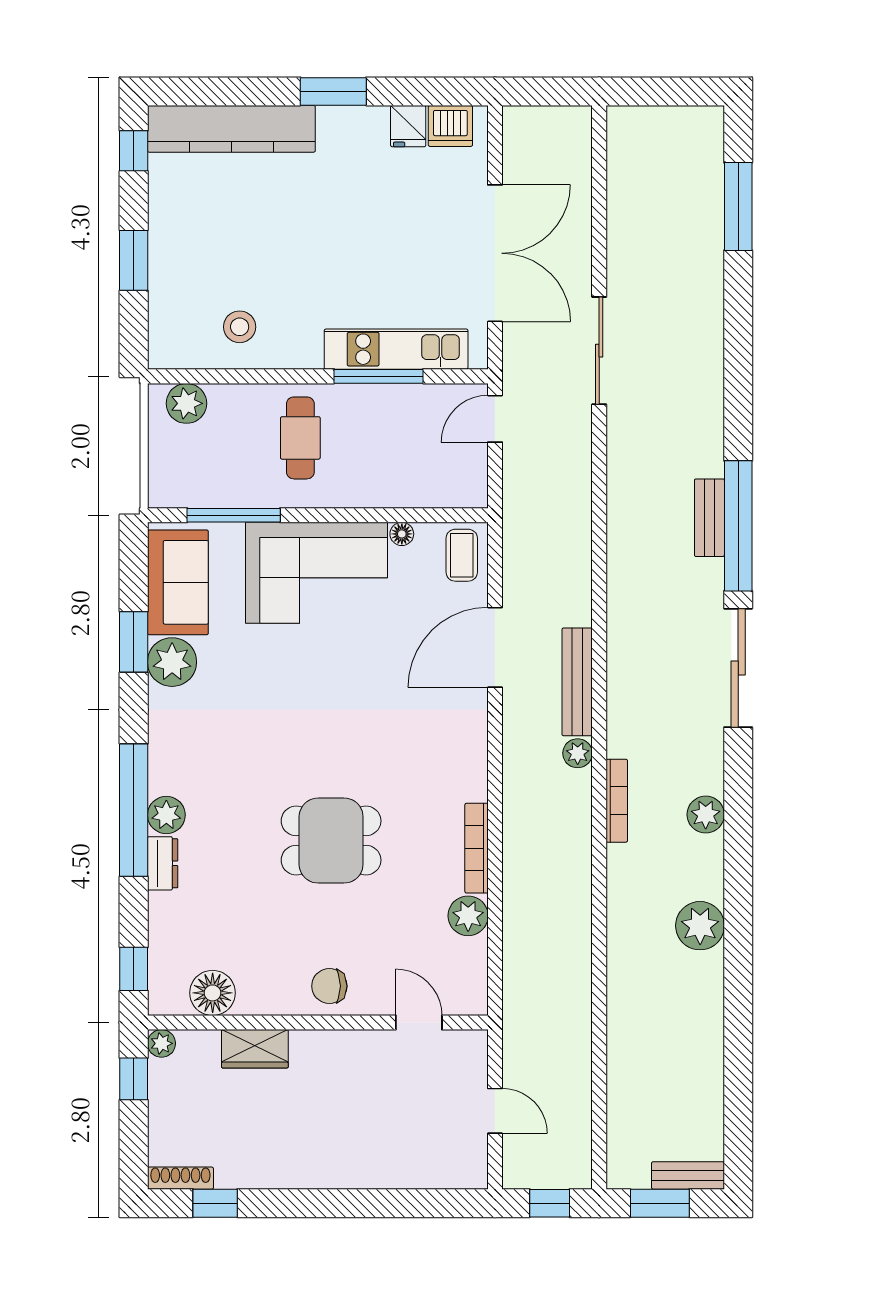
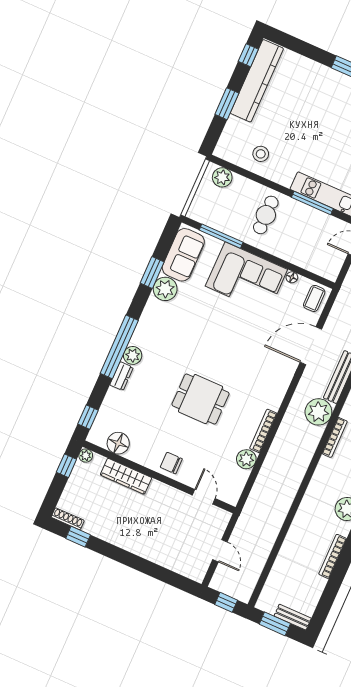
kitchen counter: (231, 129) -> (257, 81), moved, turned -90
plant: (578, 753) -> (318, 412), width x1.87, depth x1.87
bookcase: (713, 1027) -> (333, 556), added
wardrobe: (255, 1049) -> (126, 476), width x1.50

